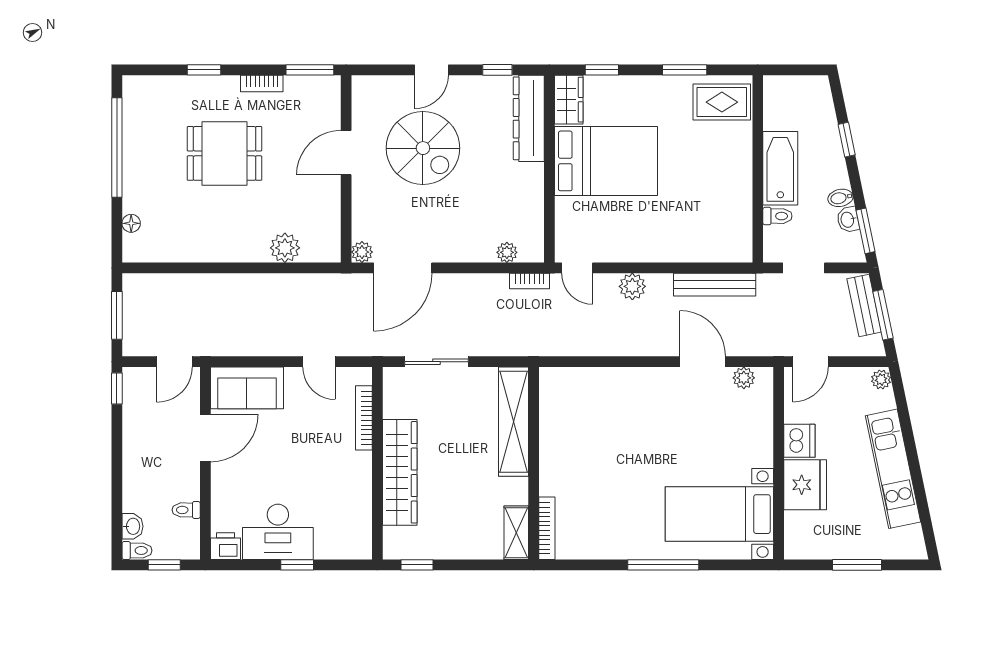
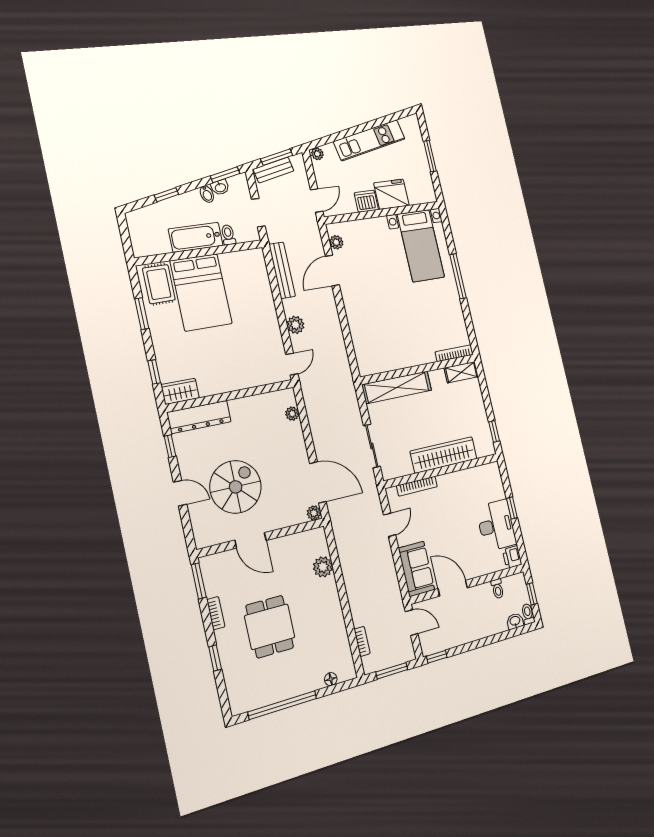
bed: (606, 161) -> (201, 292), moved, turned 180
bookcase: (530, 281) -> (362, 641), moved
door: (810, 362) -> (317, 200), hinge flipped

